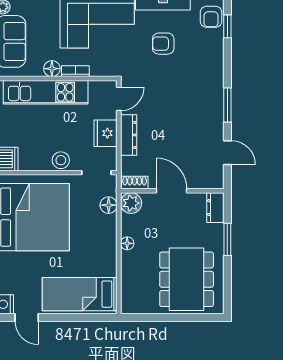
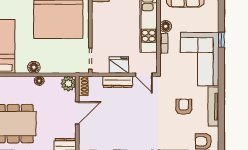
stool: (61, 160) -> (99, 33), removed
floor lamp: (109, 205) -> (34, 67), moved

